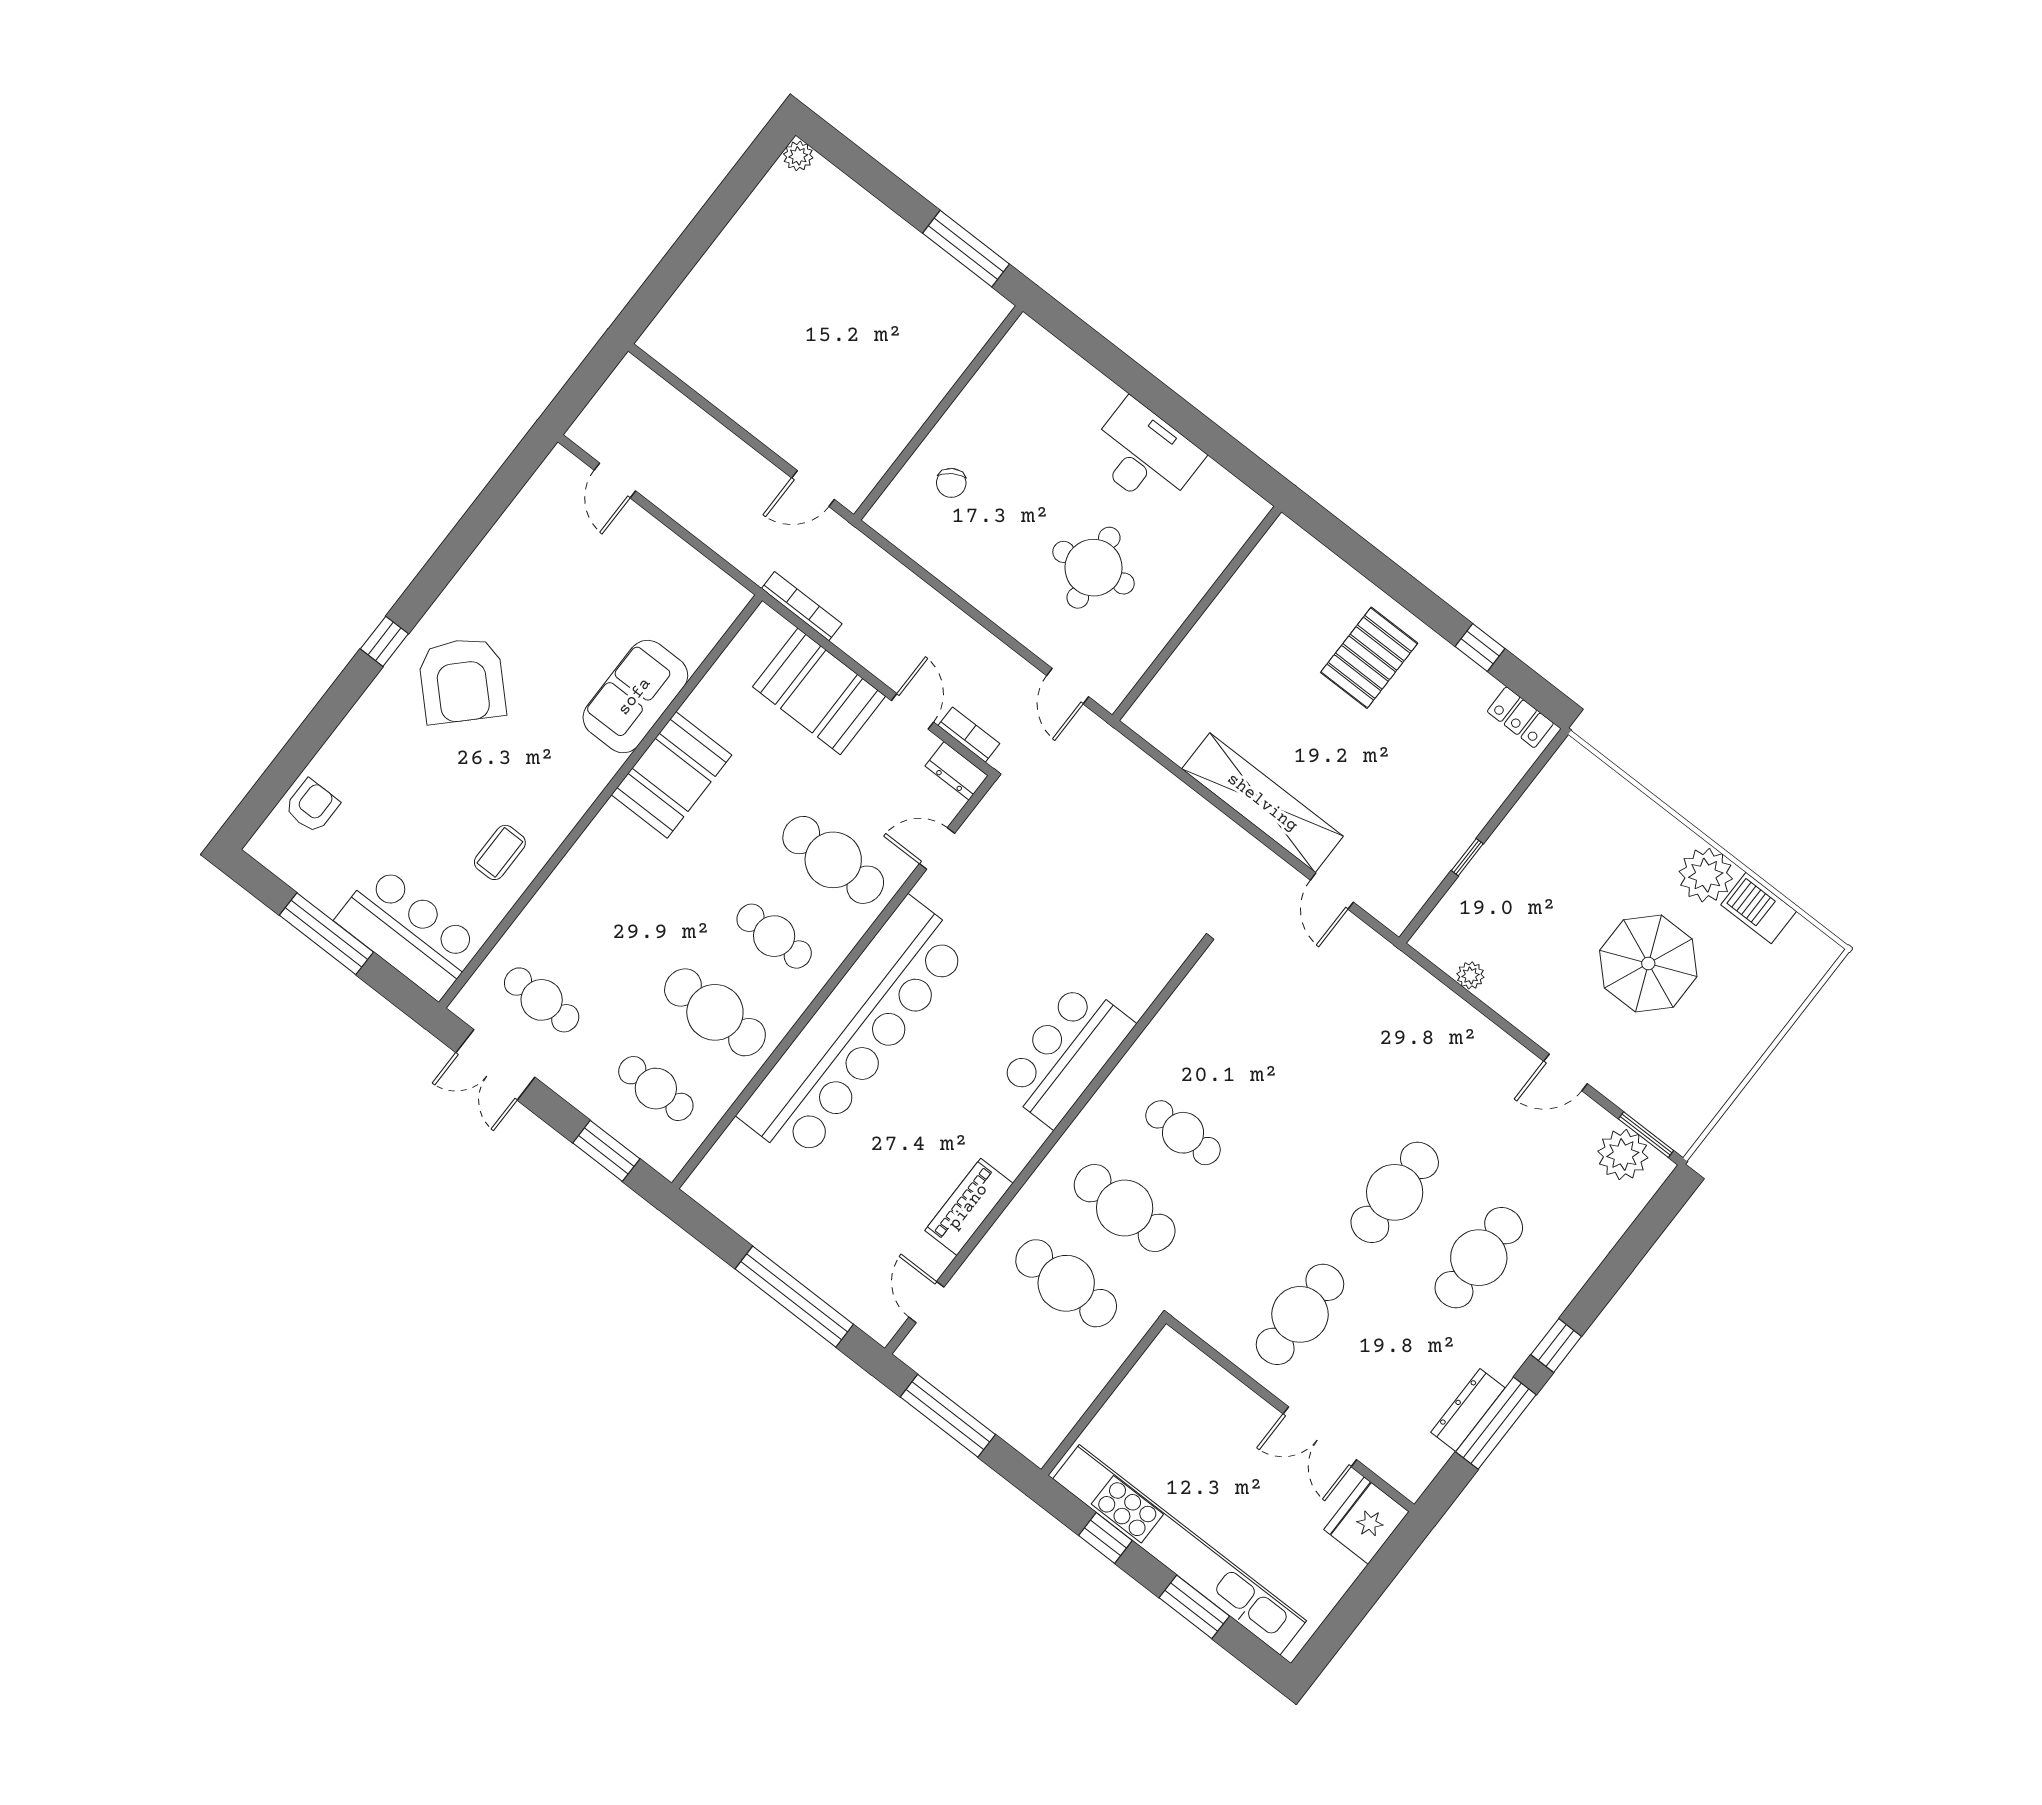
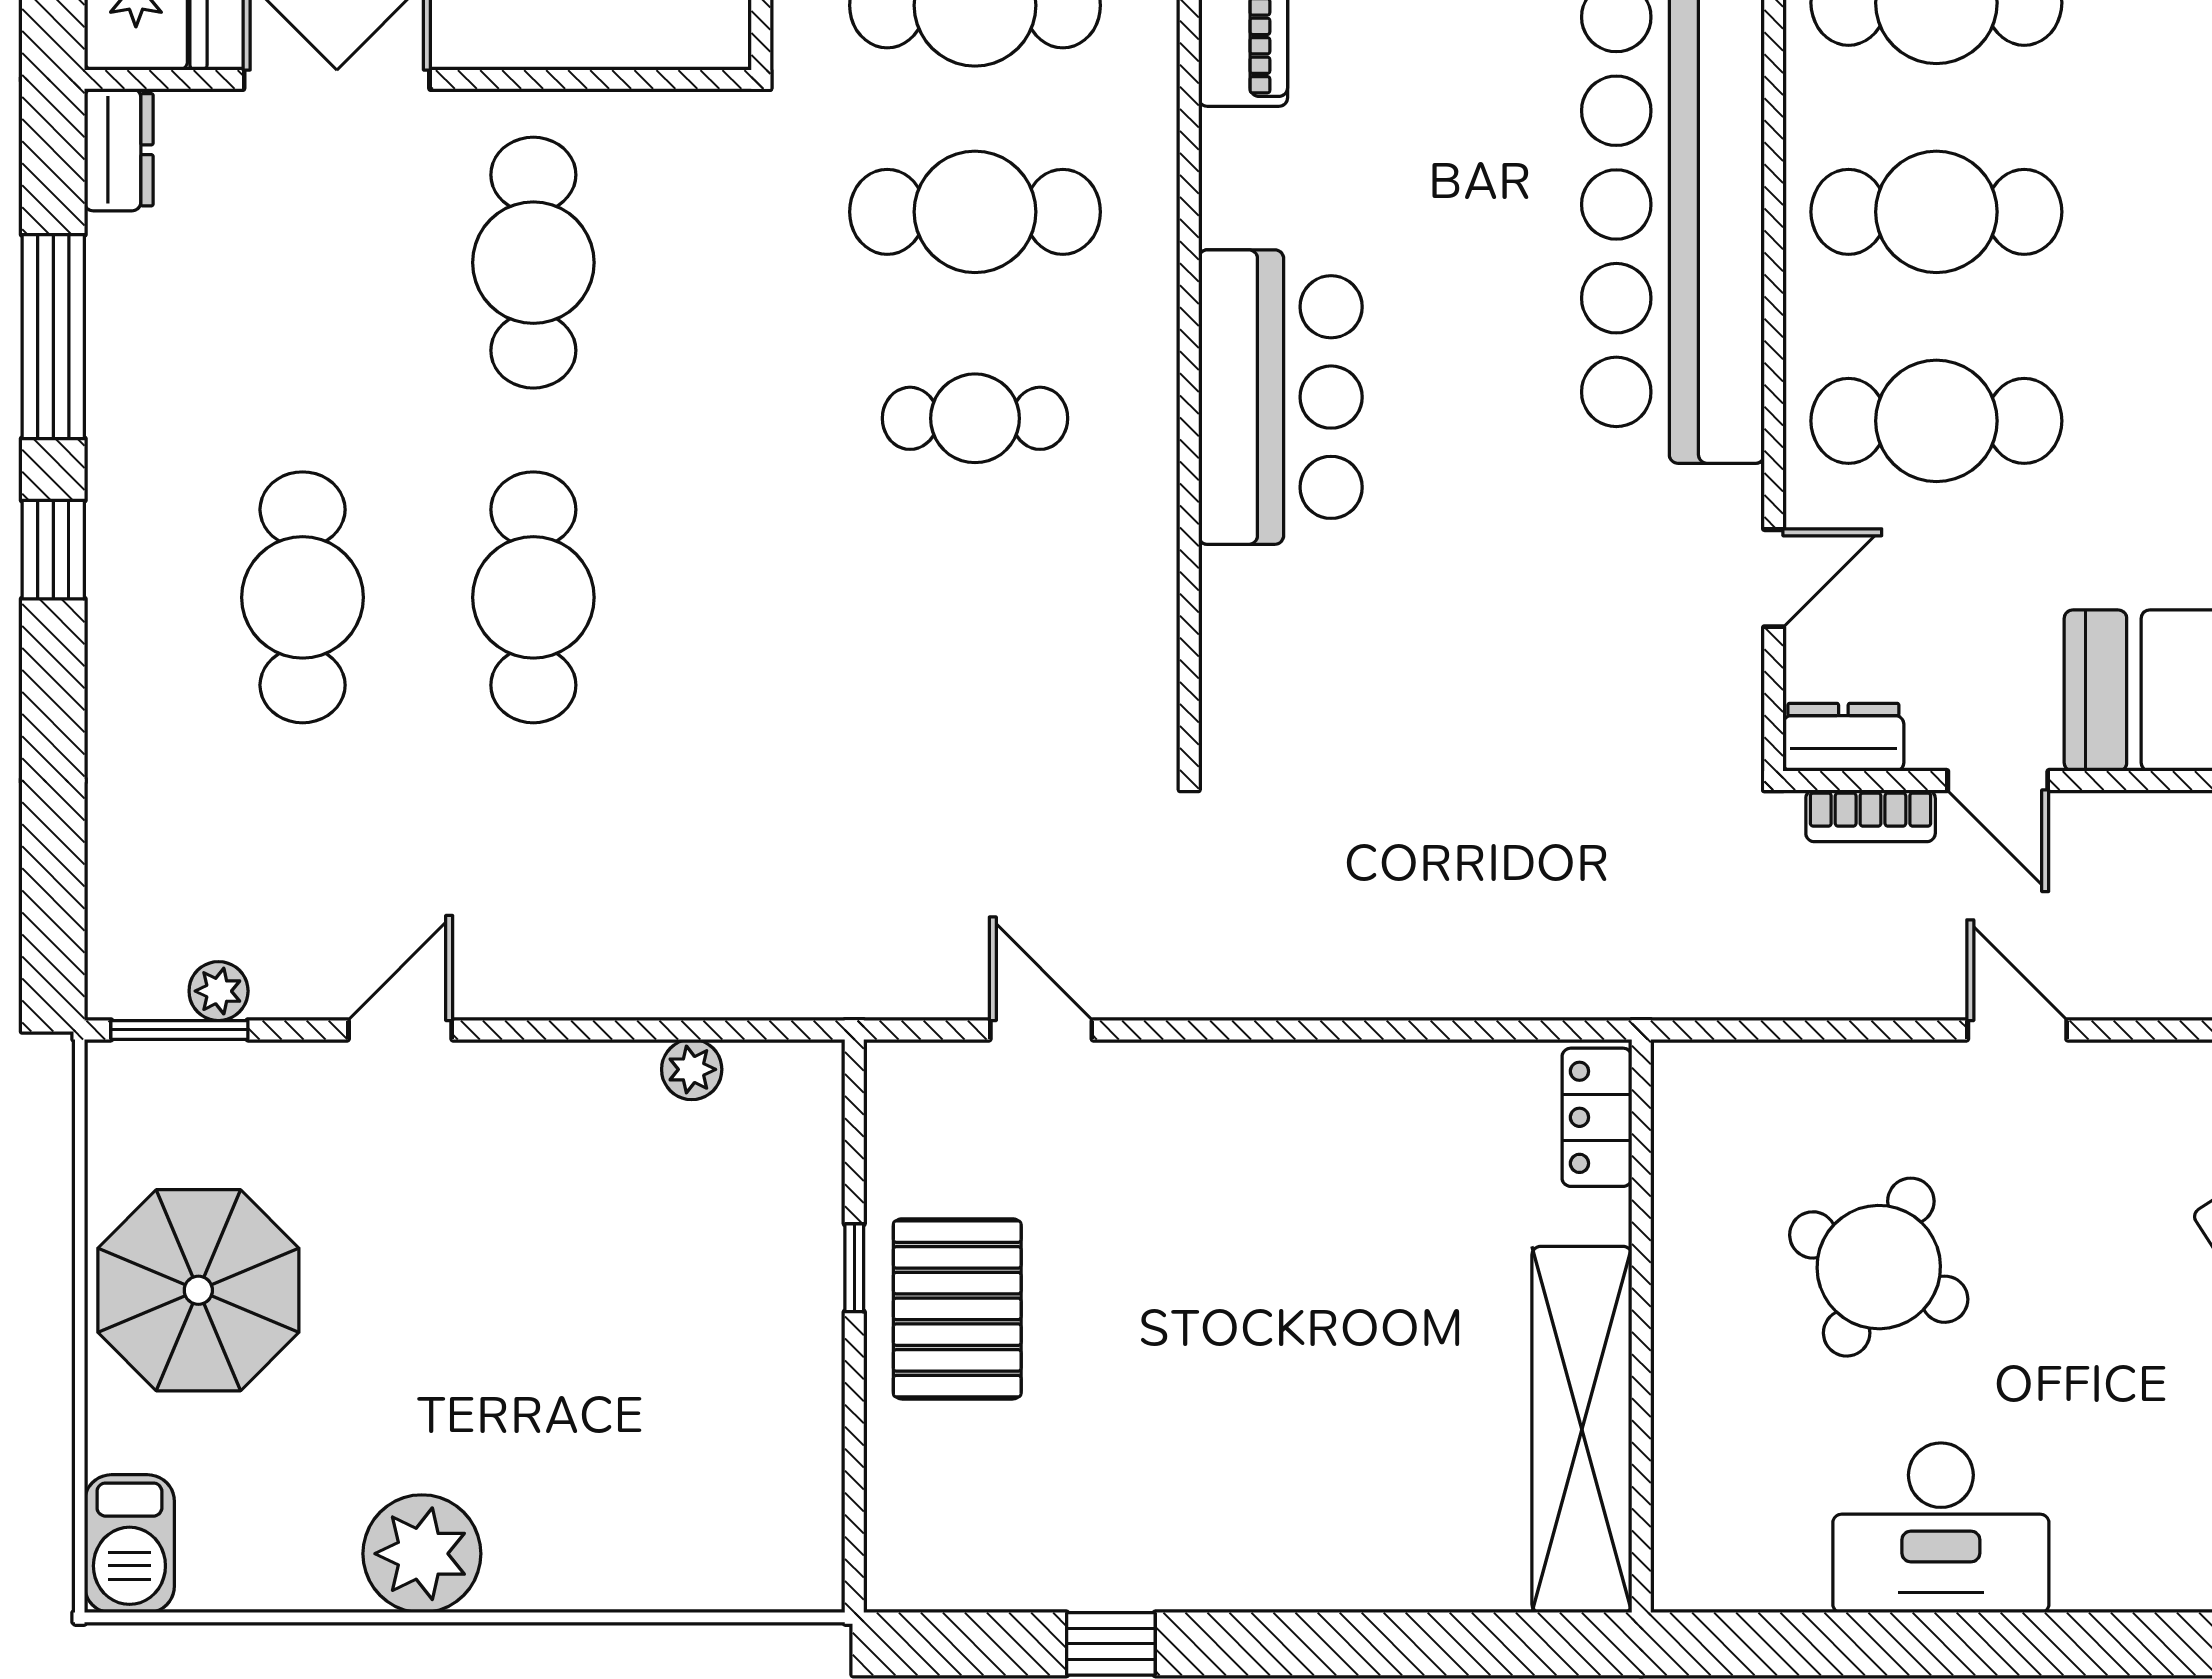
round table: (1094, 568) -> (1879, 1267), turned 36
pallet: (1369, 658) -> (957, 1309), moved
door: (1068, 686) -> (2017, 1030), moved
locker: (1520, 717) -> (1597, 1117), moved, turned -90
shelving: (1262, 803) -> (1582, 1430), moved, turned 90
barbecue: (1759, 908) -> (129, 1544), moved, turned 90
cafe table: (774, 936) -> (1936, 212), width x1.37, depth x1.35
parasol: (1648, 964) -> (198, 1290), moved
plant: (1623, 1155) -> (219, 991), width x0.53, depth x0.53
dresser: (1468, 1410) -> (119, 150), moved, width x0.70

